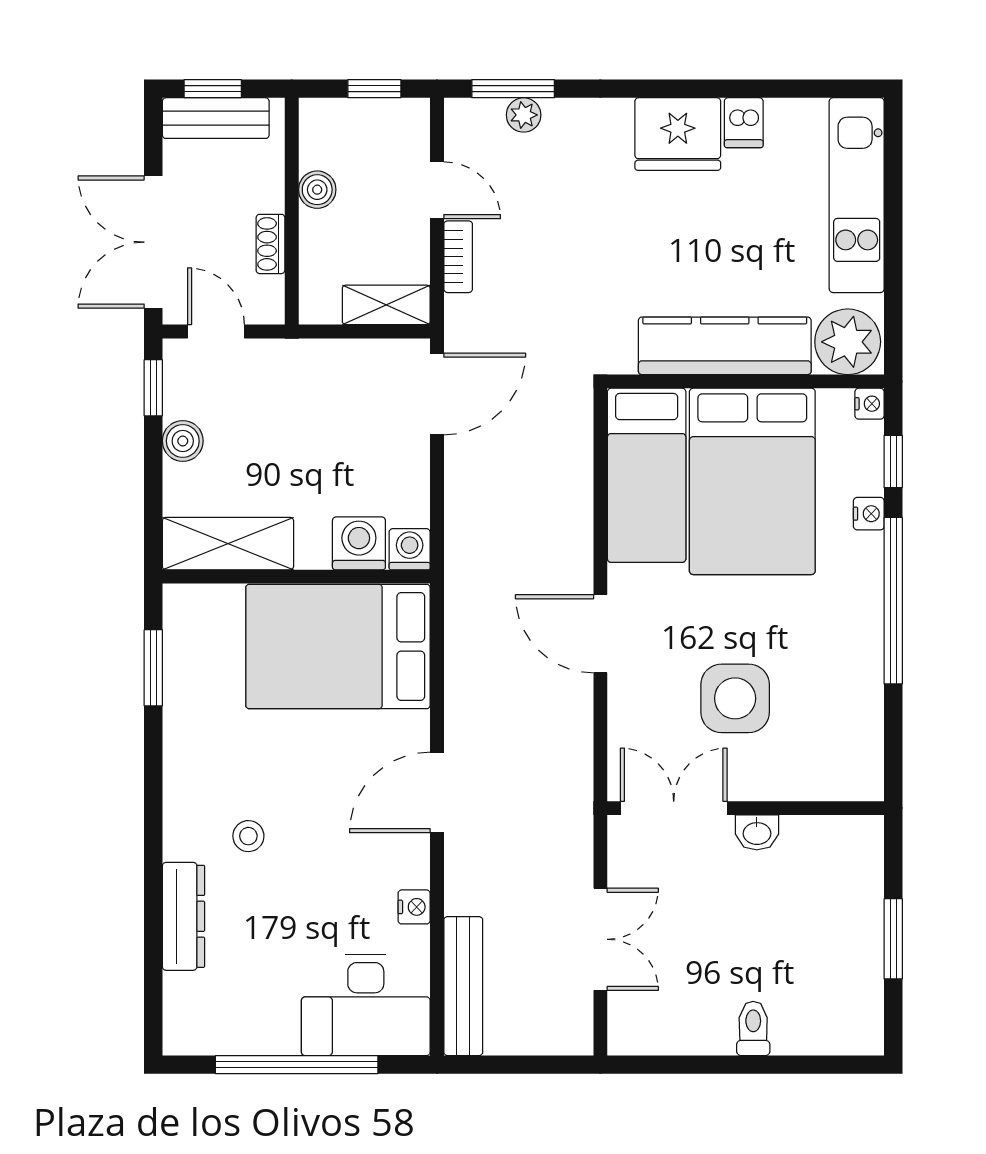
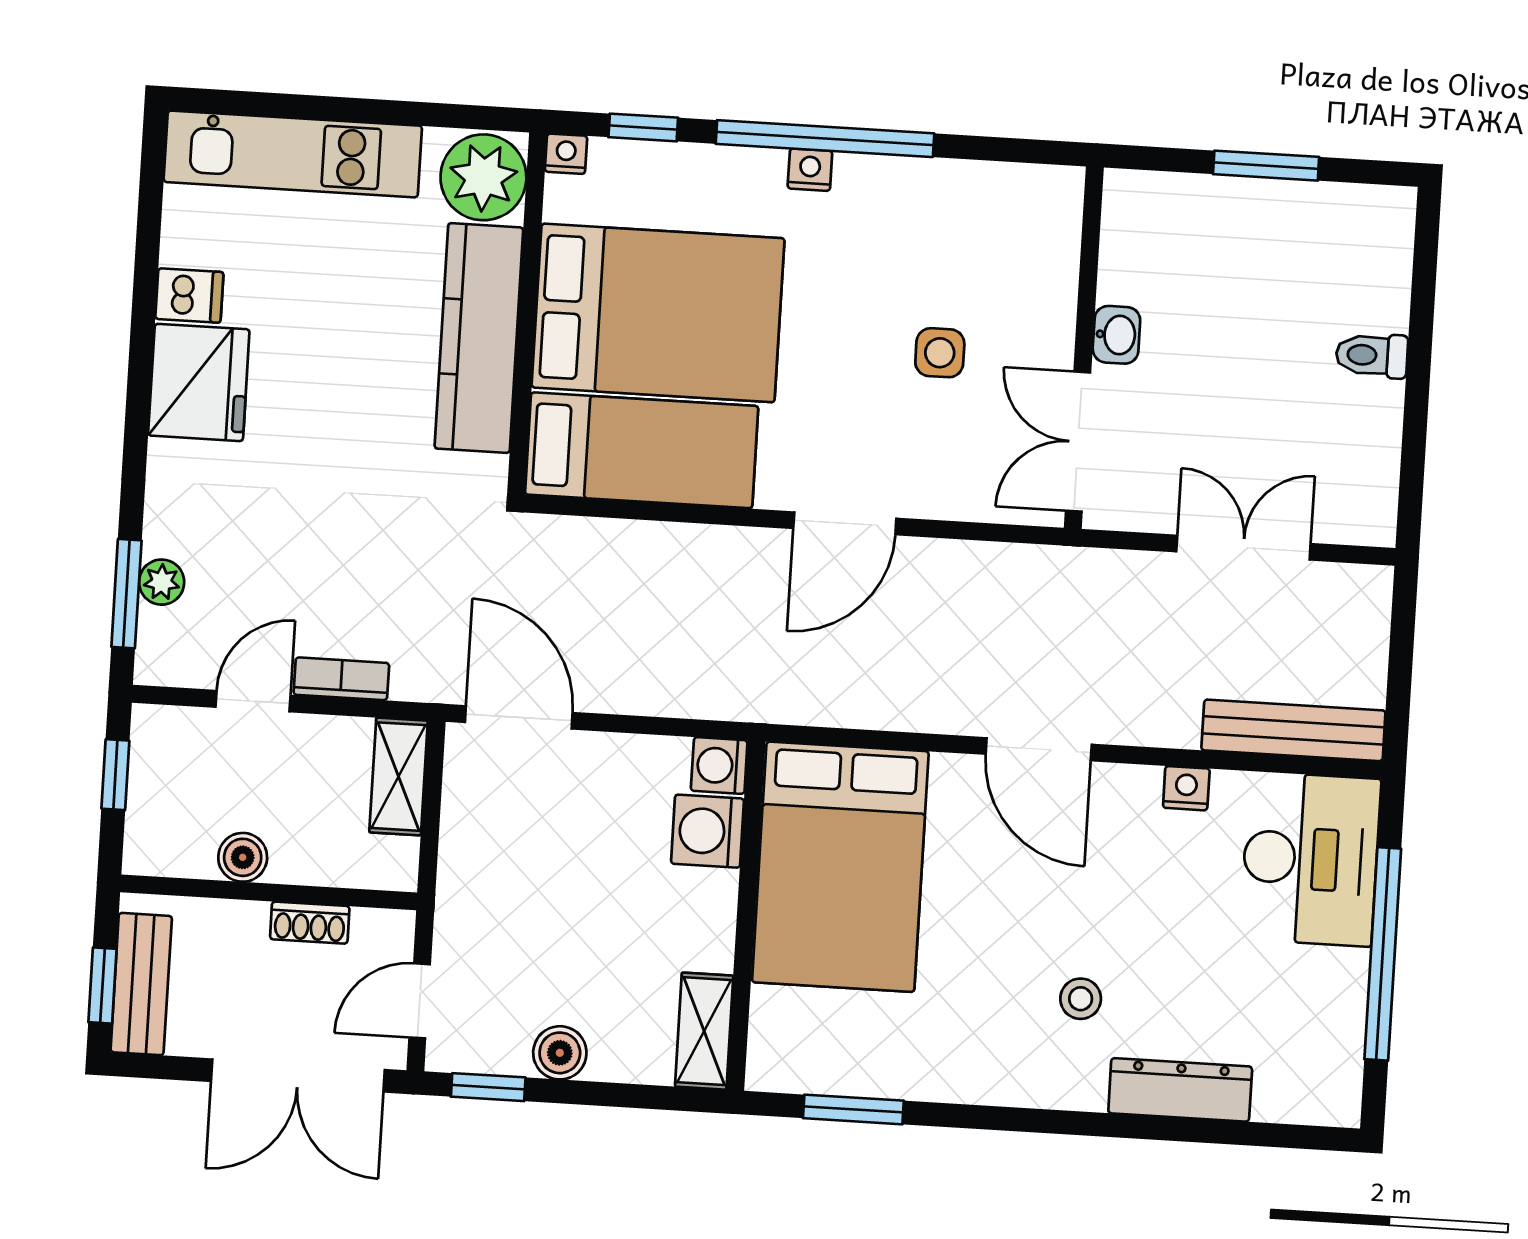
nightstand: (869, 514) -> (810, 170), moved
shelving: (228, 544) -> (704, 1031), width x0.67, depth x0.75
side table: (735, 698) -> (940, 353), width x0.54, depth x0.54

